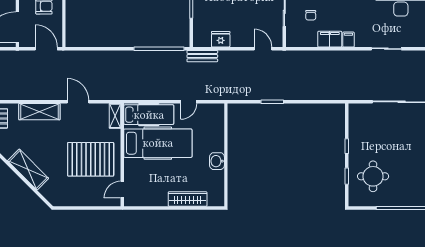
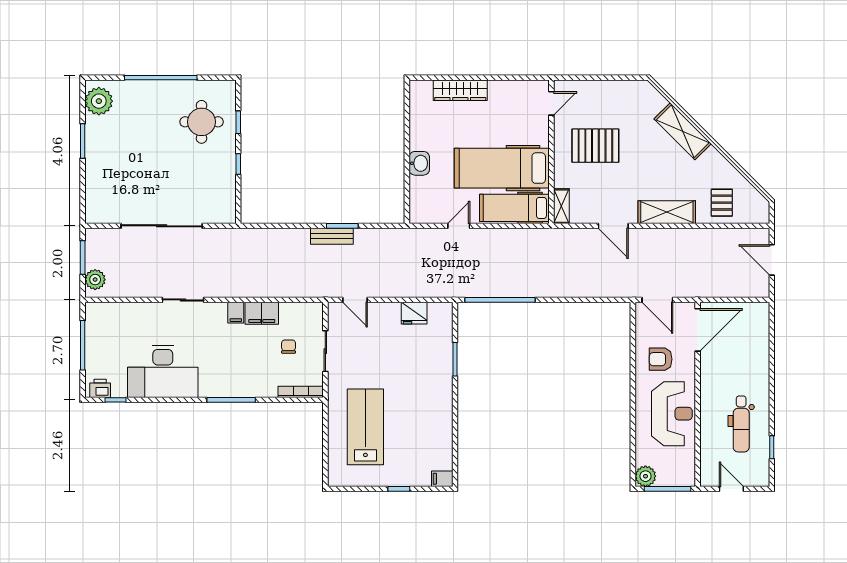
bench: (202, 56) -> (332, 236), moved
pallet: (91, 159) -> (595, 146), width x0.73, depth x0.71
washbasin: (217, 161) -> (419, 163), moved

